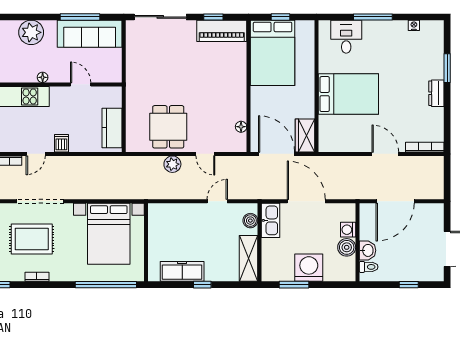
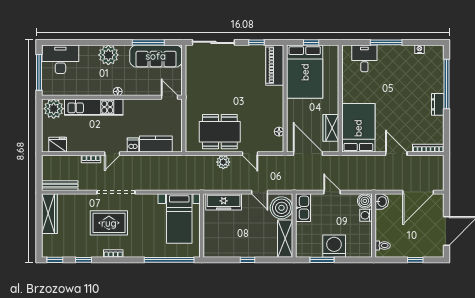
piano: (222, 31) -> (275, 65), moved, turned 90
window: (447, 68) -> (446, 84), width x2.11
door: (81, 84) -> (169, 97), moved
bed: (348, 94) -> (358, 128), moved, turned -90
dining table: (168, 127) -> (220, 132), width x1.38
kitchen counter: (112, 128) -> (156, 144), moved, turned 90
wardrobe: (305, 135) -> (331, 128), moved
door: (217, 201) -> (260, 192), swing flipped
door: (306, 201) -> (332, 192), width x0.53
door: (395, 201) -> (418, 192), moved
boiler: (250, 221) -> (281, 208), width x1.86, depth x1.86
bed with nightstands: (109, 234) -> (179, 219), width x0.73
boiler: (347, 247) -> (365, 201), moved
washbasin: (367, 250) -> (382, 202), moved
freezer: (182, 271) -> (224, 202), moved, turned 180

